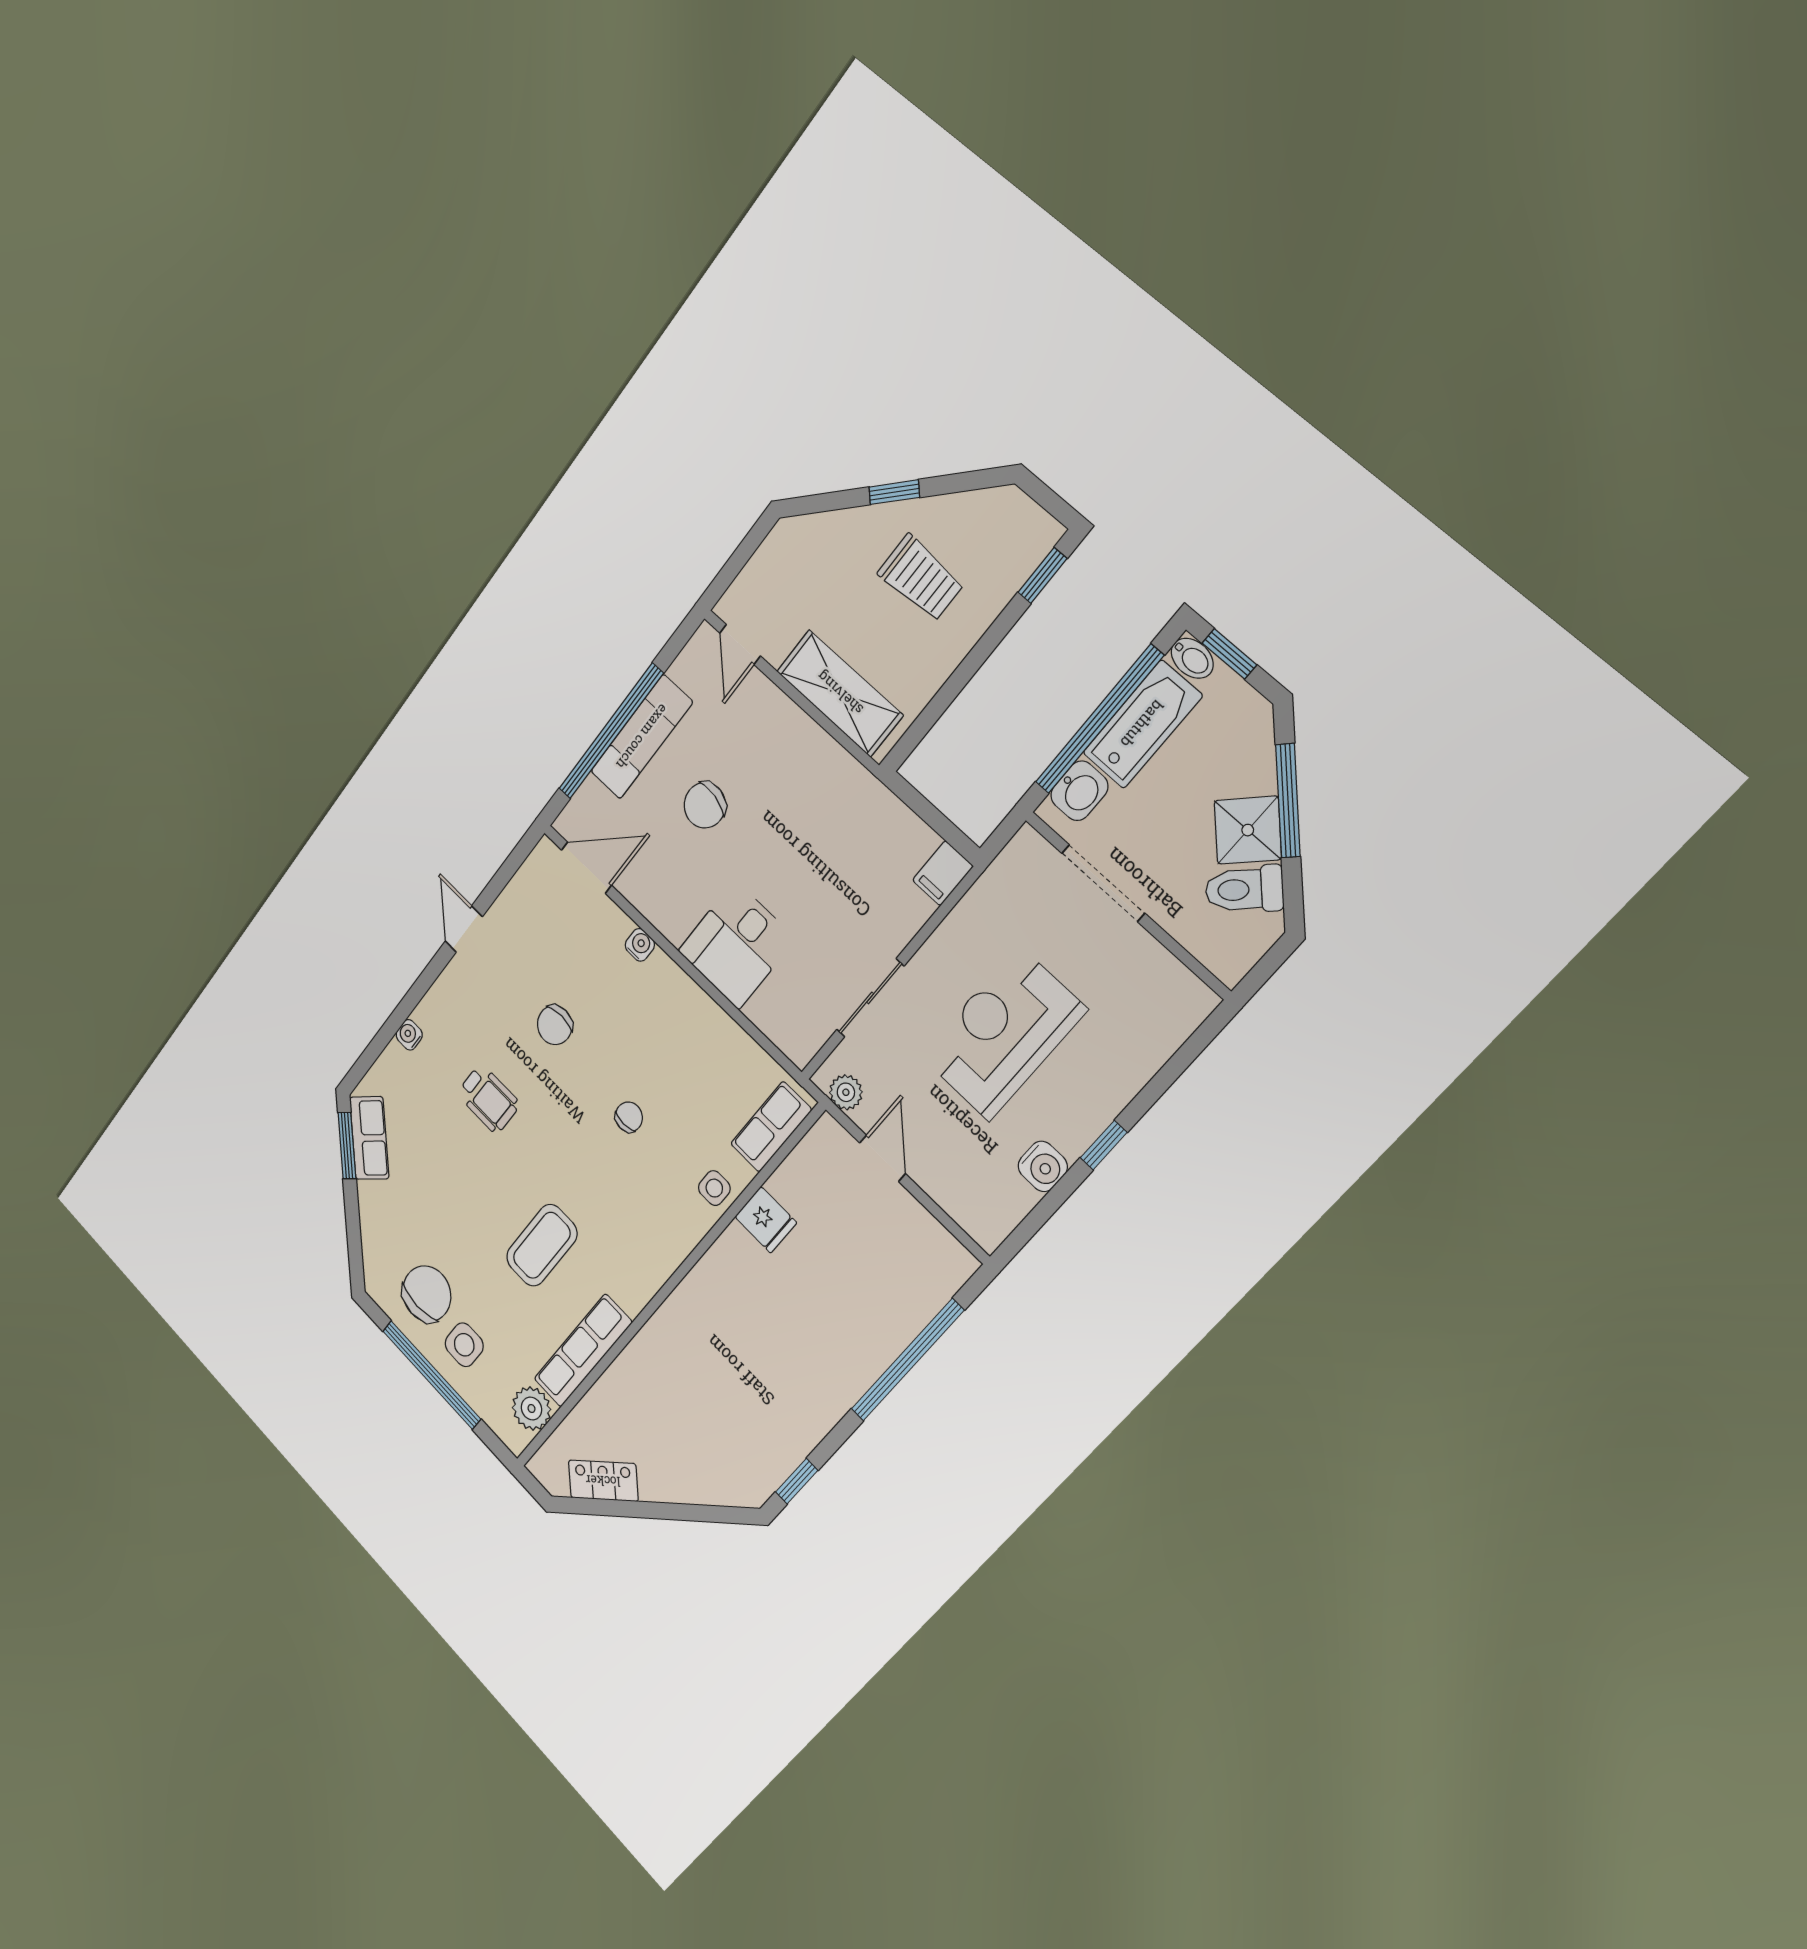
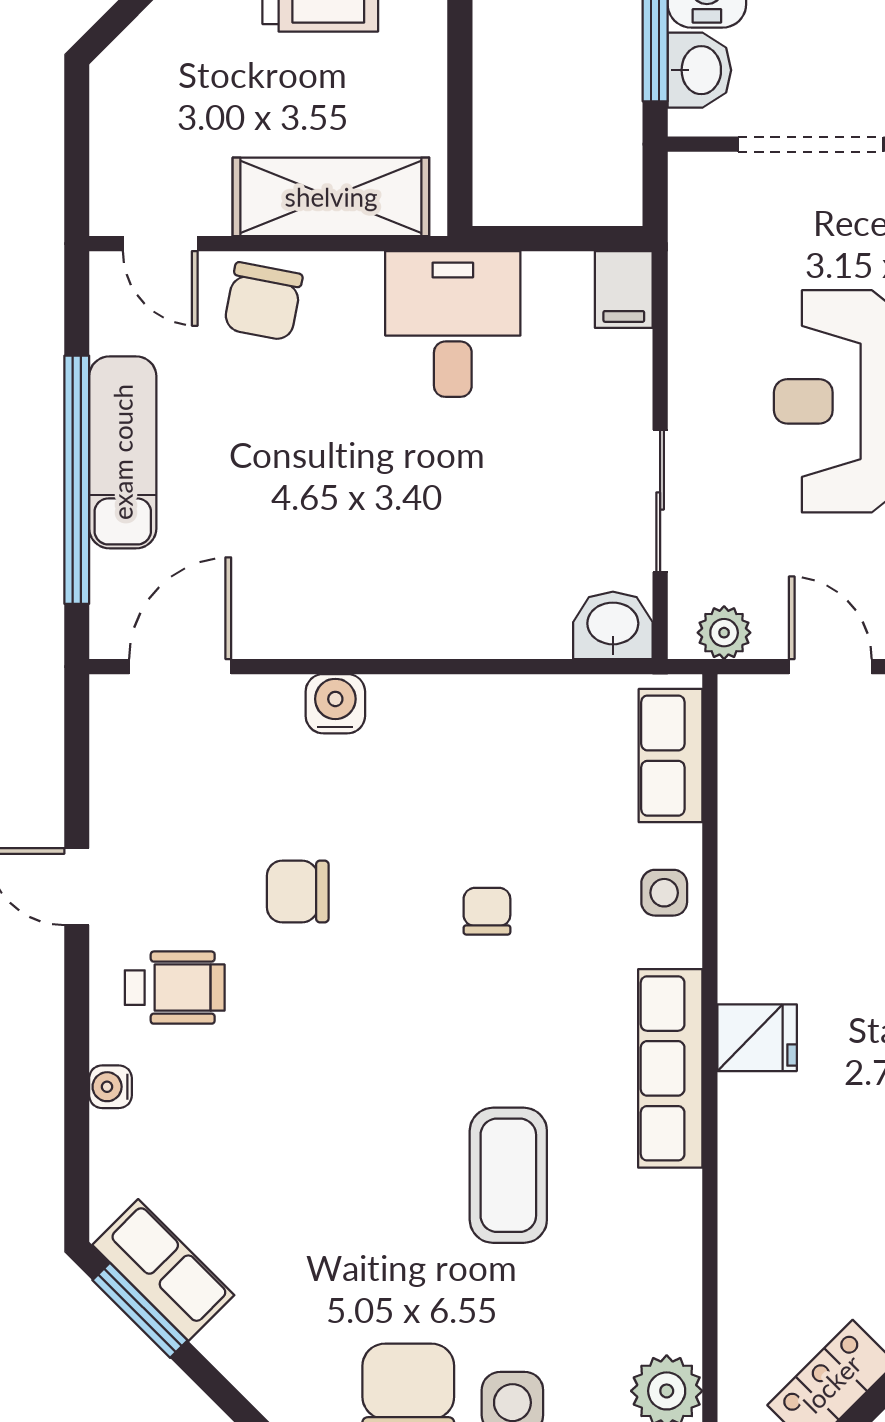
chair: (705, 805) -> (263, 302), moved
water cooler: (640, 945) -> (335, 704), width x1.38, depth x1.38
desk: (737, 945) -> (453, 324), moved, turned 180
chair: (555, 1025) -> (298, 892), turned 90
washbasin: (797, 1038) -> (613, 625), added
wheelchair: (488, 1099) -> (175, 988), moved
fridge: (766, 1220) -> (757, 1038), moved
row of seats: (583, 1351) -> (670, 1068), moved

